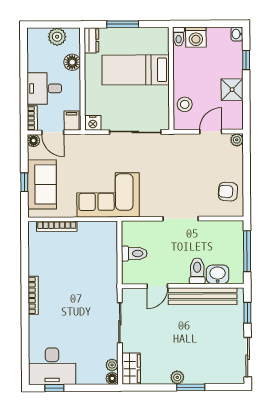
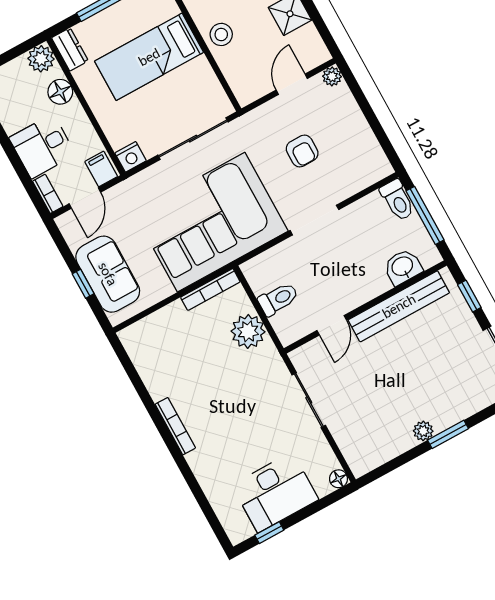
plant: (57, 37) -> (41, 59), moved
stool: (185, 104) -> (221, 34), moved
door: (53, 132) -> (85, 198), hinge flipped
floor lamp: (33, 141) -> (65, 222), removed
armchair: (228, 192) -> (302, 151), moved, turned -94
corner sofa: (108, 195) -> (211, 222), width x1.36, depth x1.36
bookcase: (57, 226) -> (210, 289), moved
toilet: (197, 271) -> (397, 200), moved, turned 180
plant: (112, 365) -> (248, 331), moved, width x1.88, depth x1.88
desk: (52, 366) -> (275, 492), moved
wardrobe: (131, 369) -> (356, 452), removed

